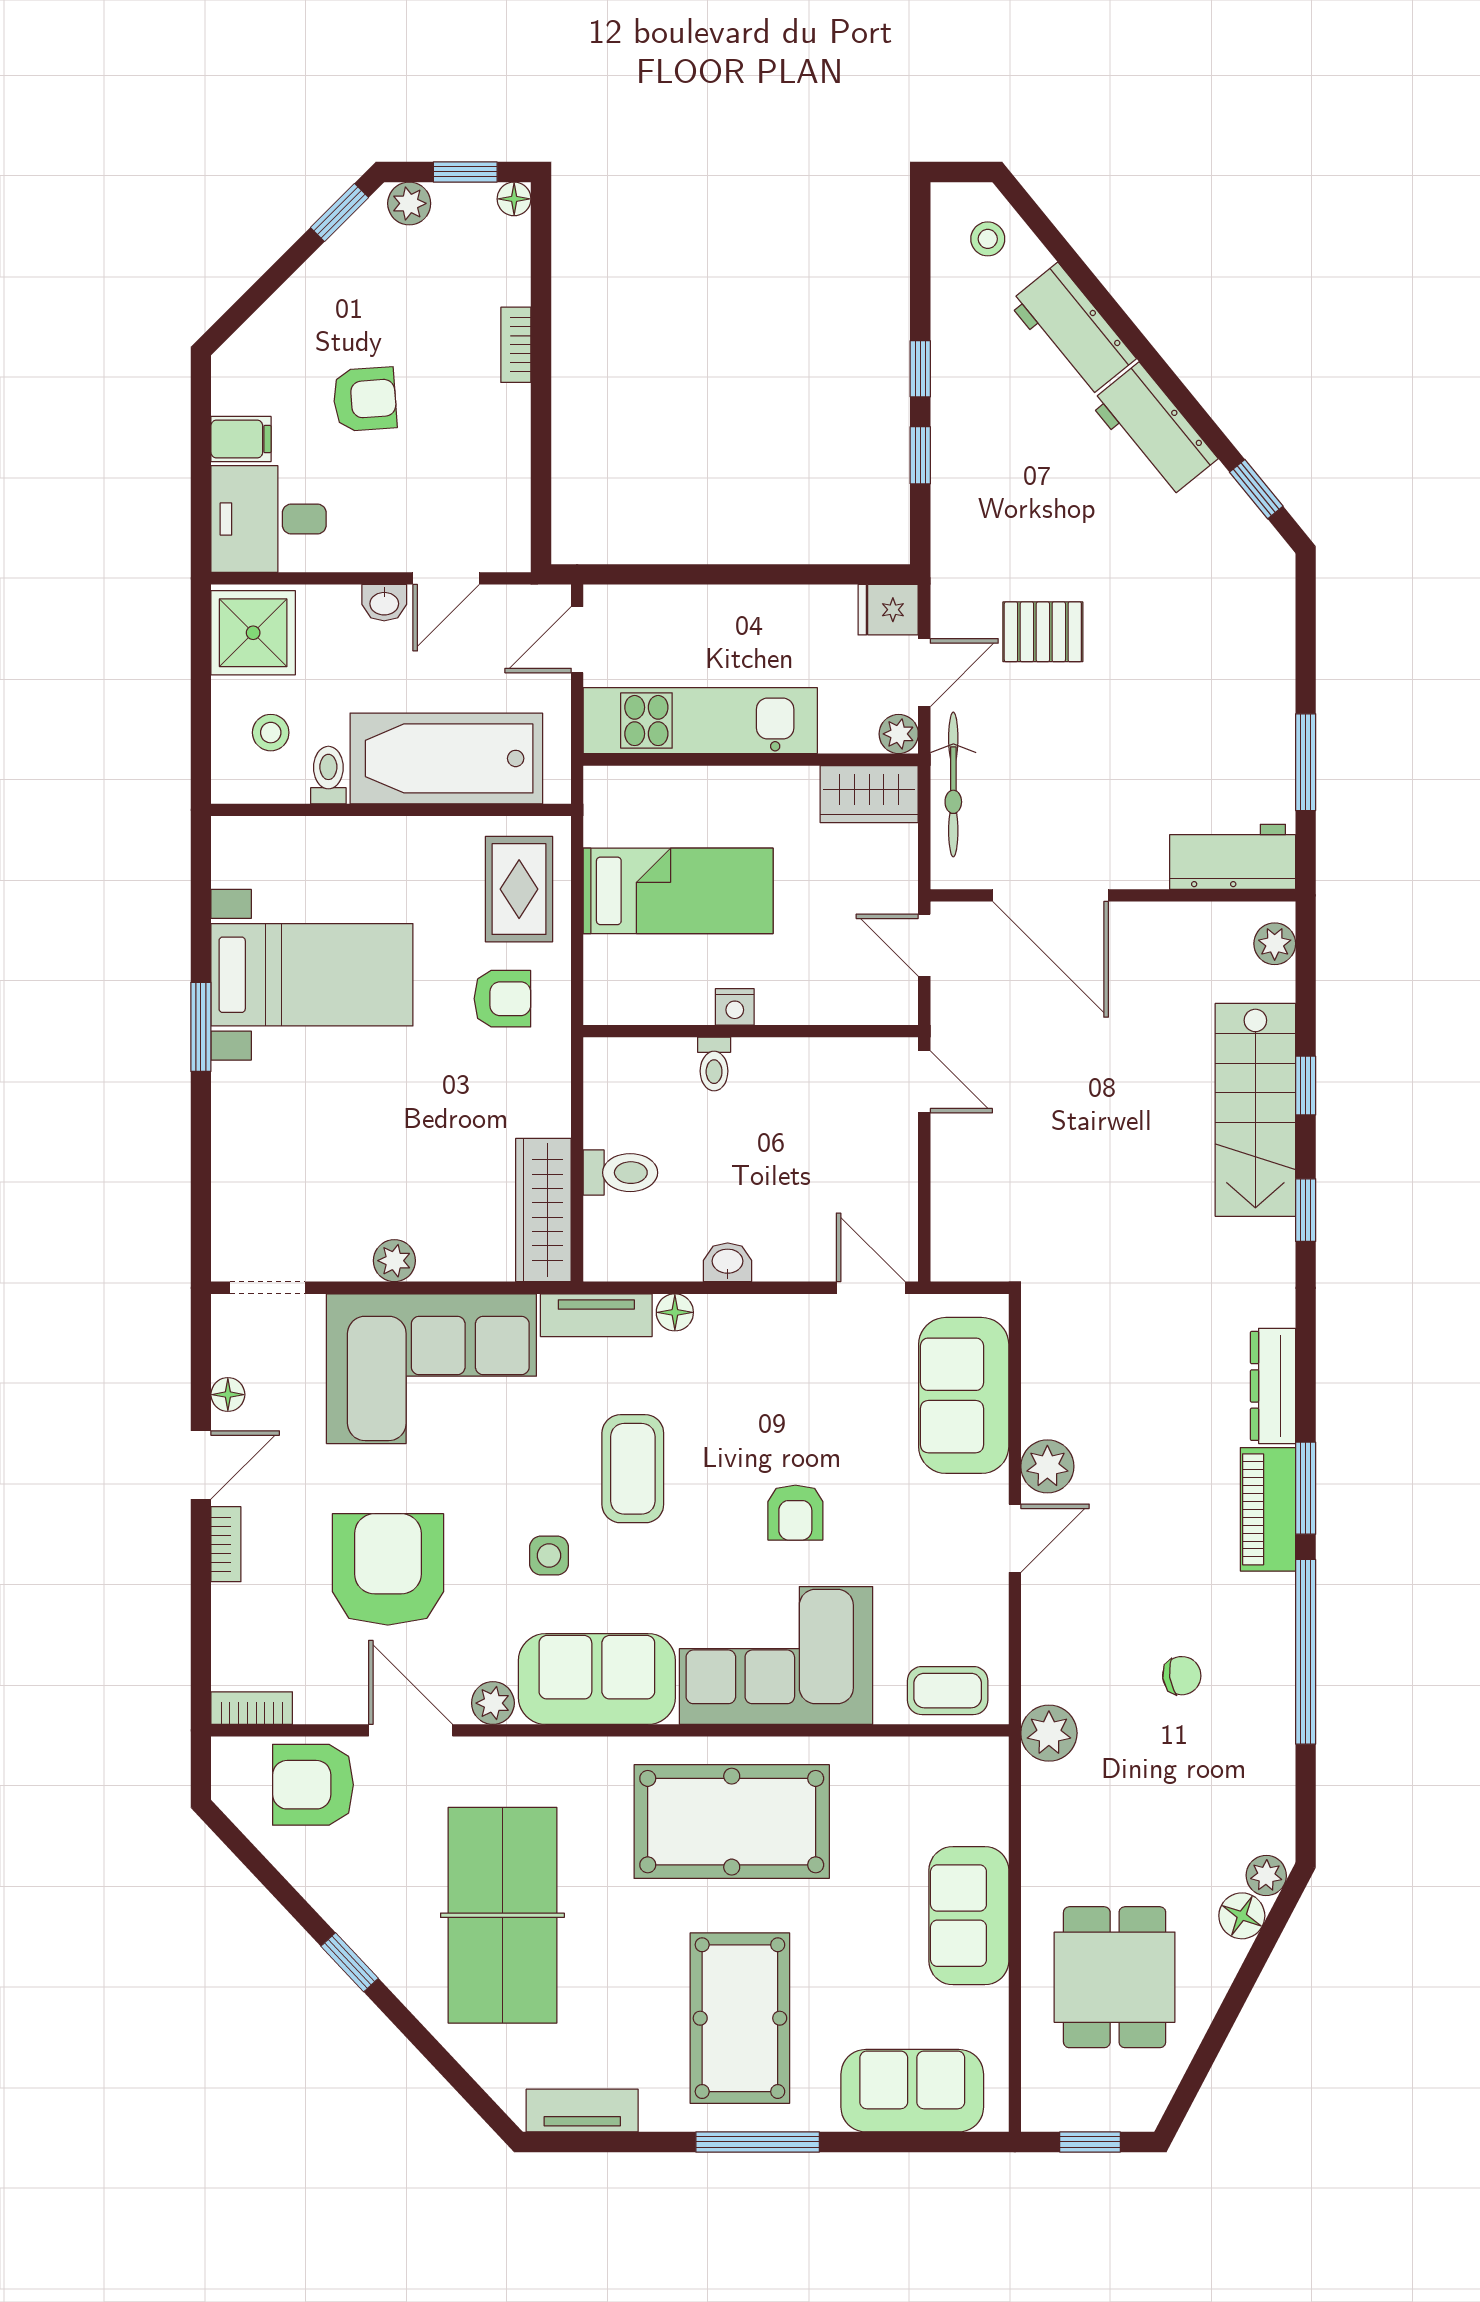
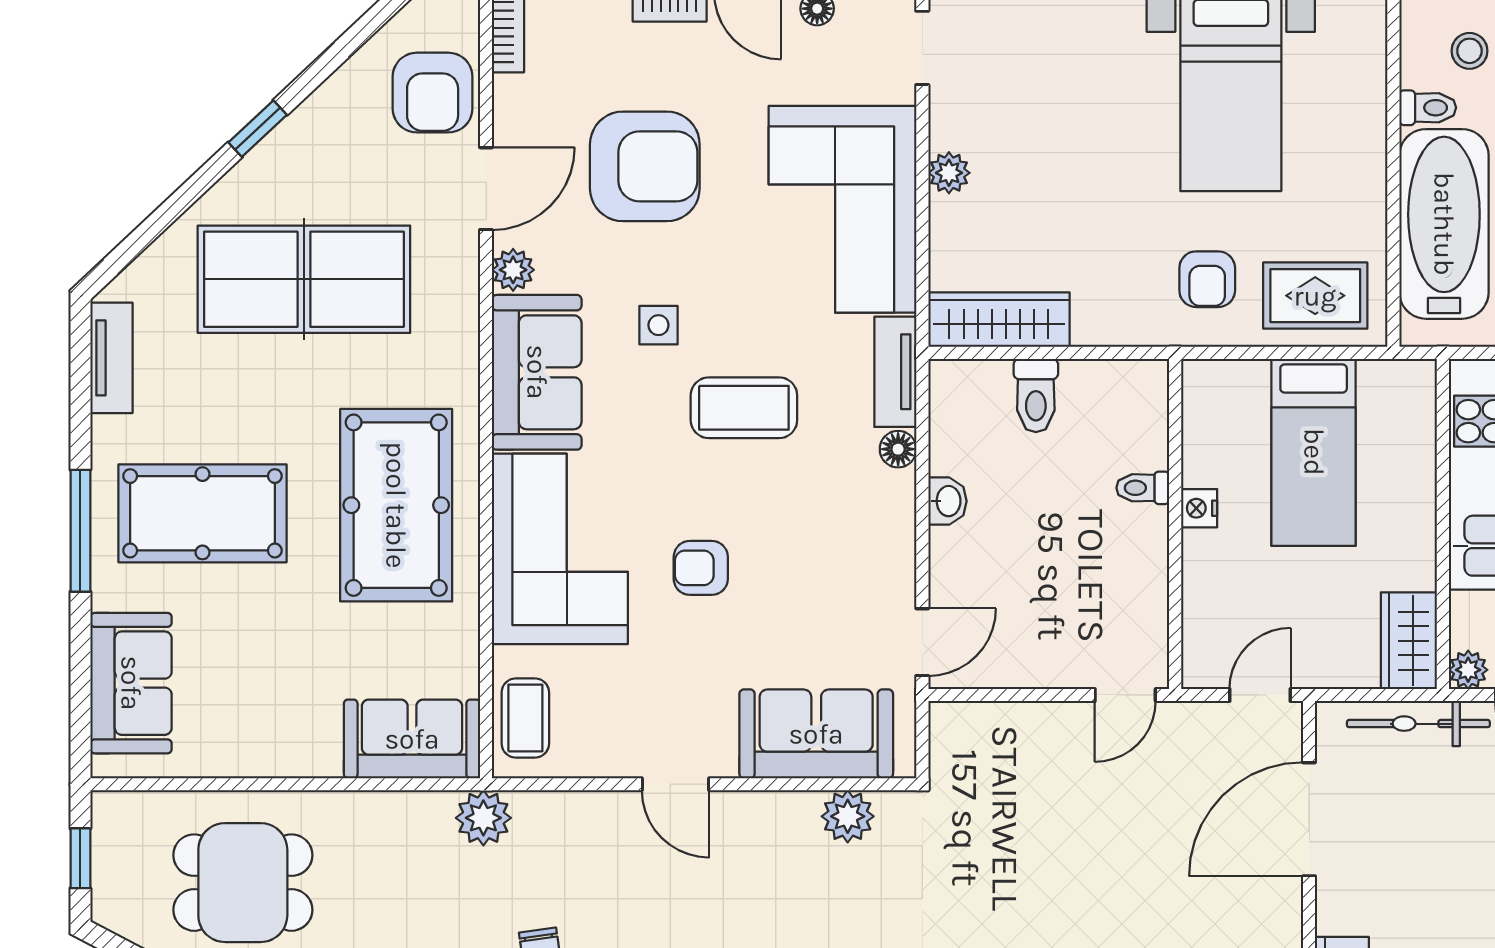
plant: (1047, 1466) -> (848, 816), moved
armchair: (313, 1785) -> (433, 93), turned 180
sofa: (969, 1916) -> (412, 739), moved

